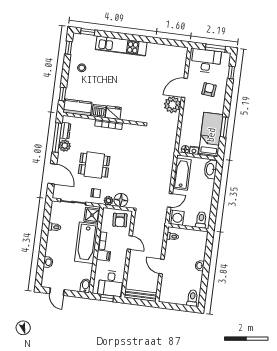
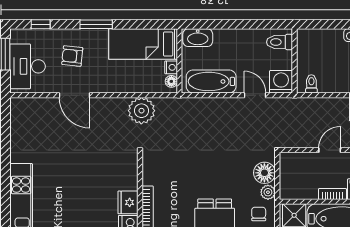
plant: (172, 105) -> (141, 111), moved
window: (224, 127) -> (96, 24), moved
armchair: (120, 220) -> (296, 170), removed

